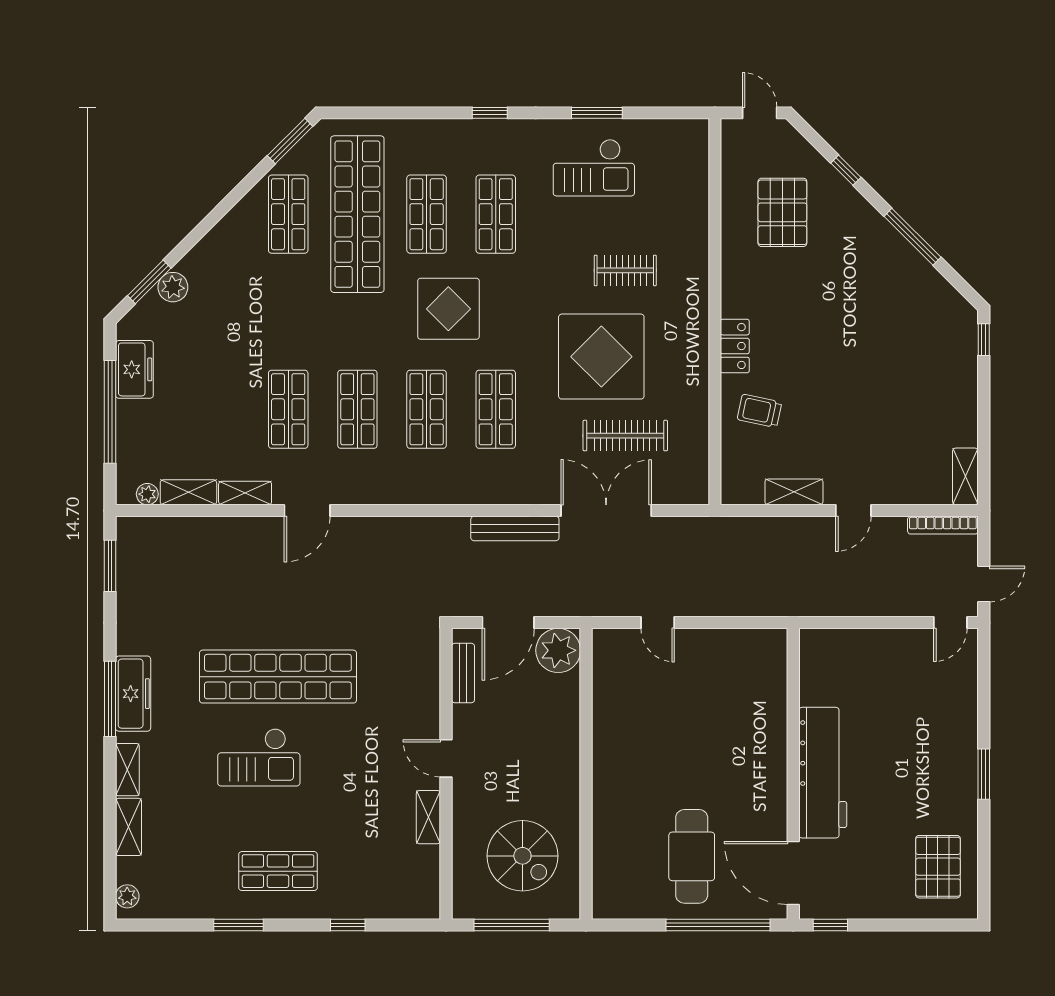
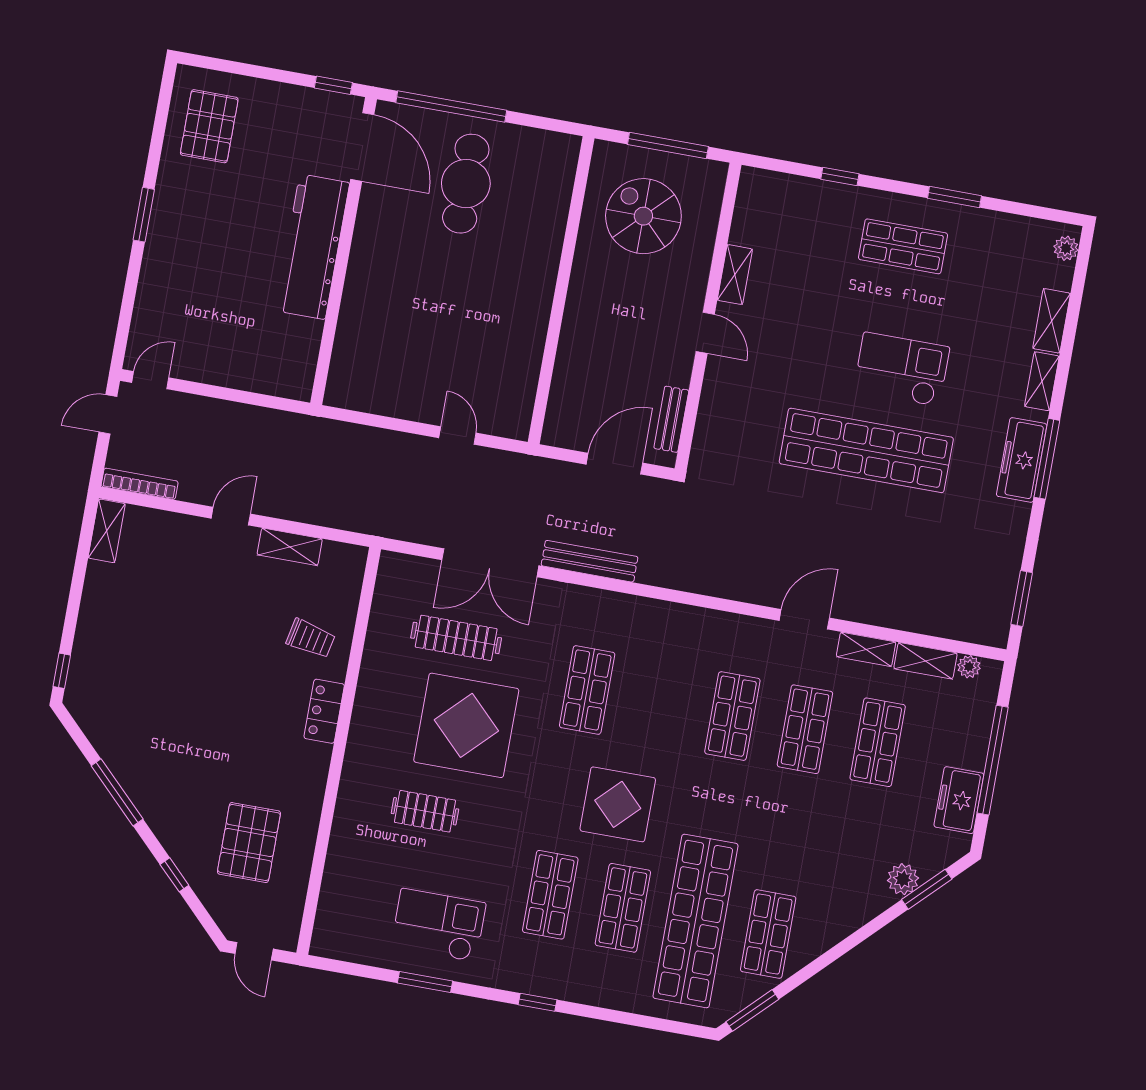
shop shelf: (427, 409) -> (878, 742), moved
plant: (558, 650) -> (567, 425), removed

